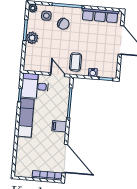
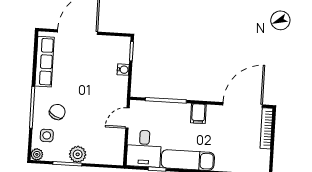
coffee table: (76, 62) -> (109, 94), removed

